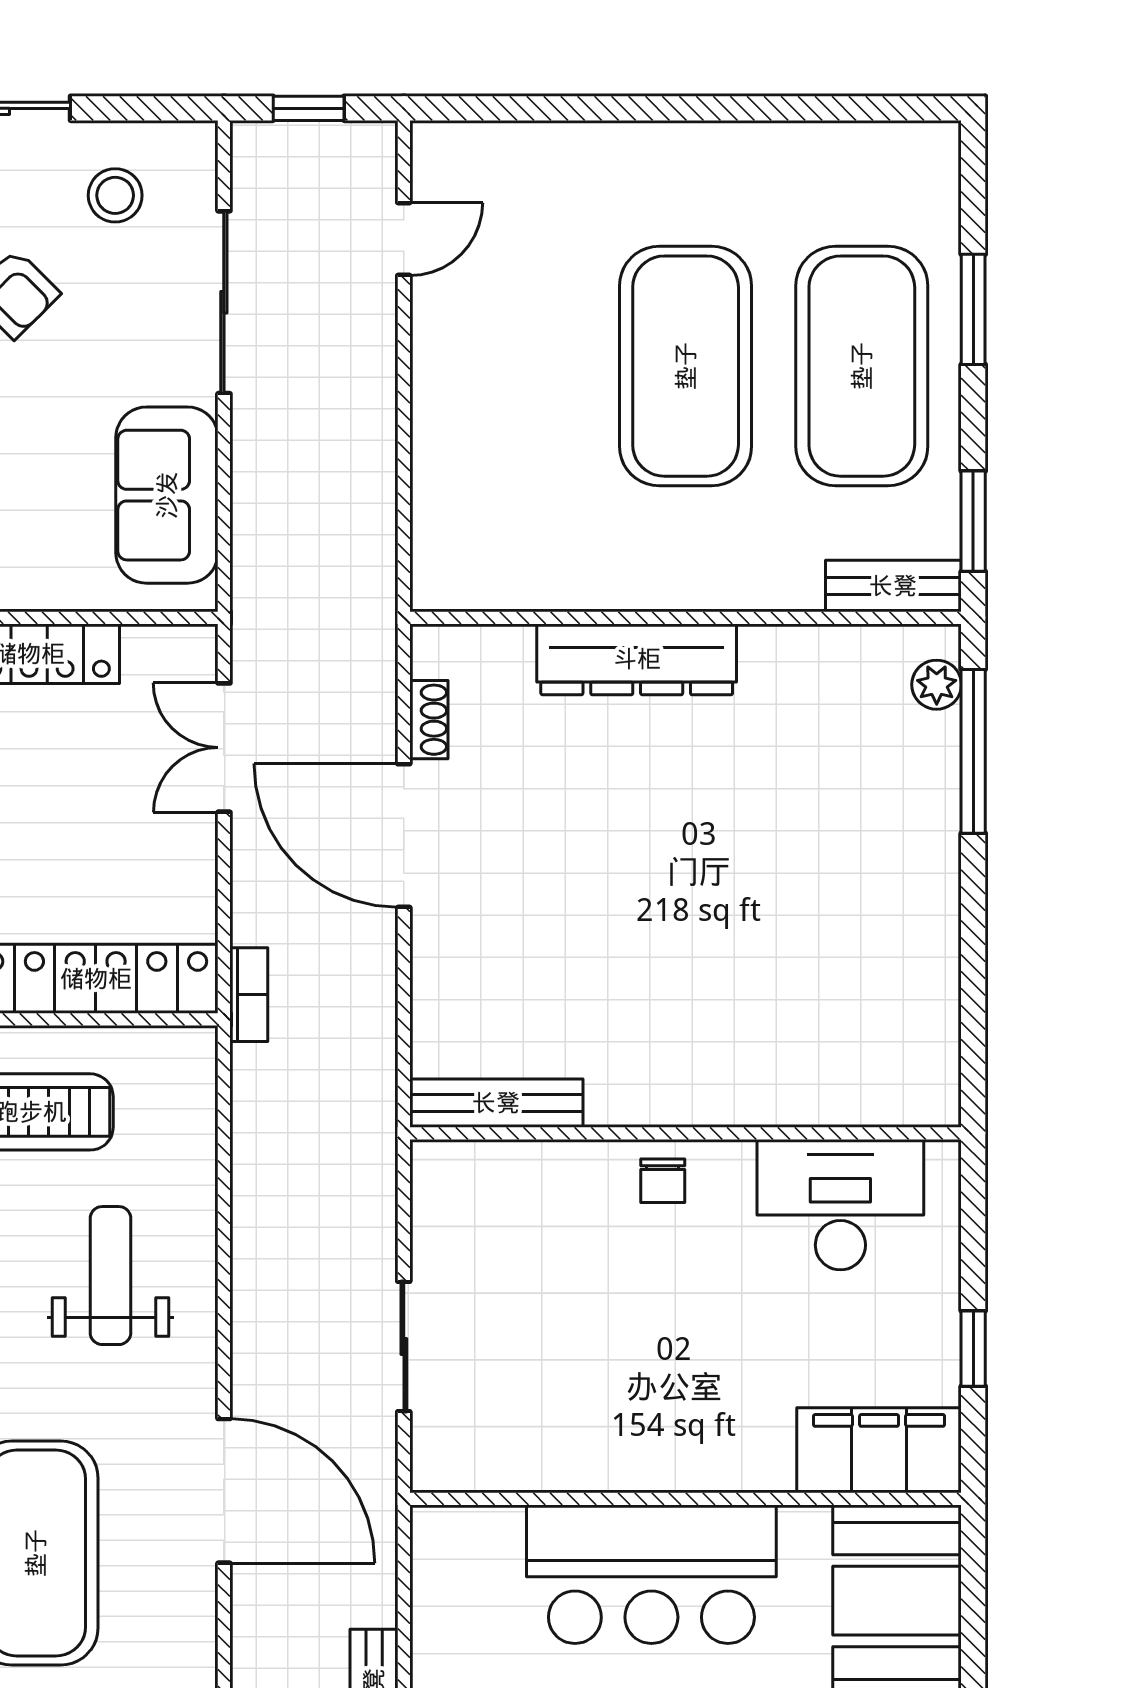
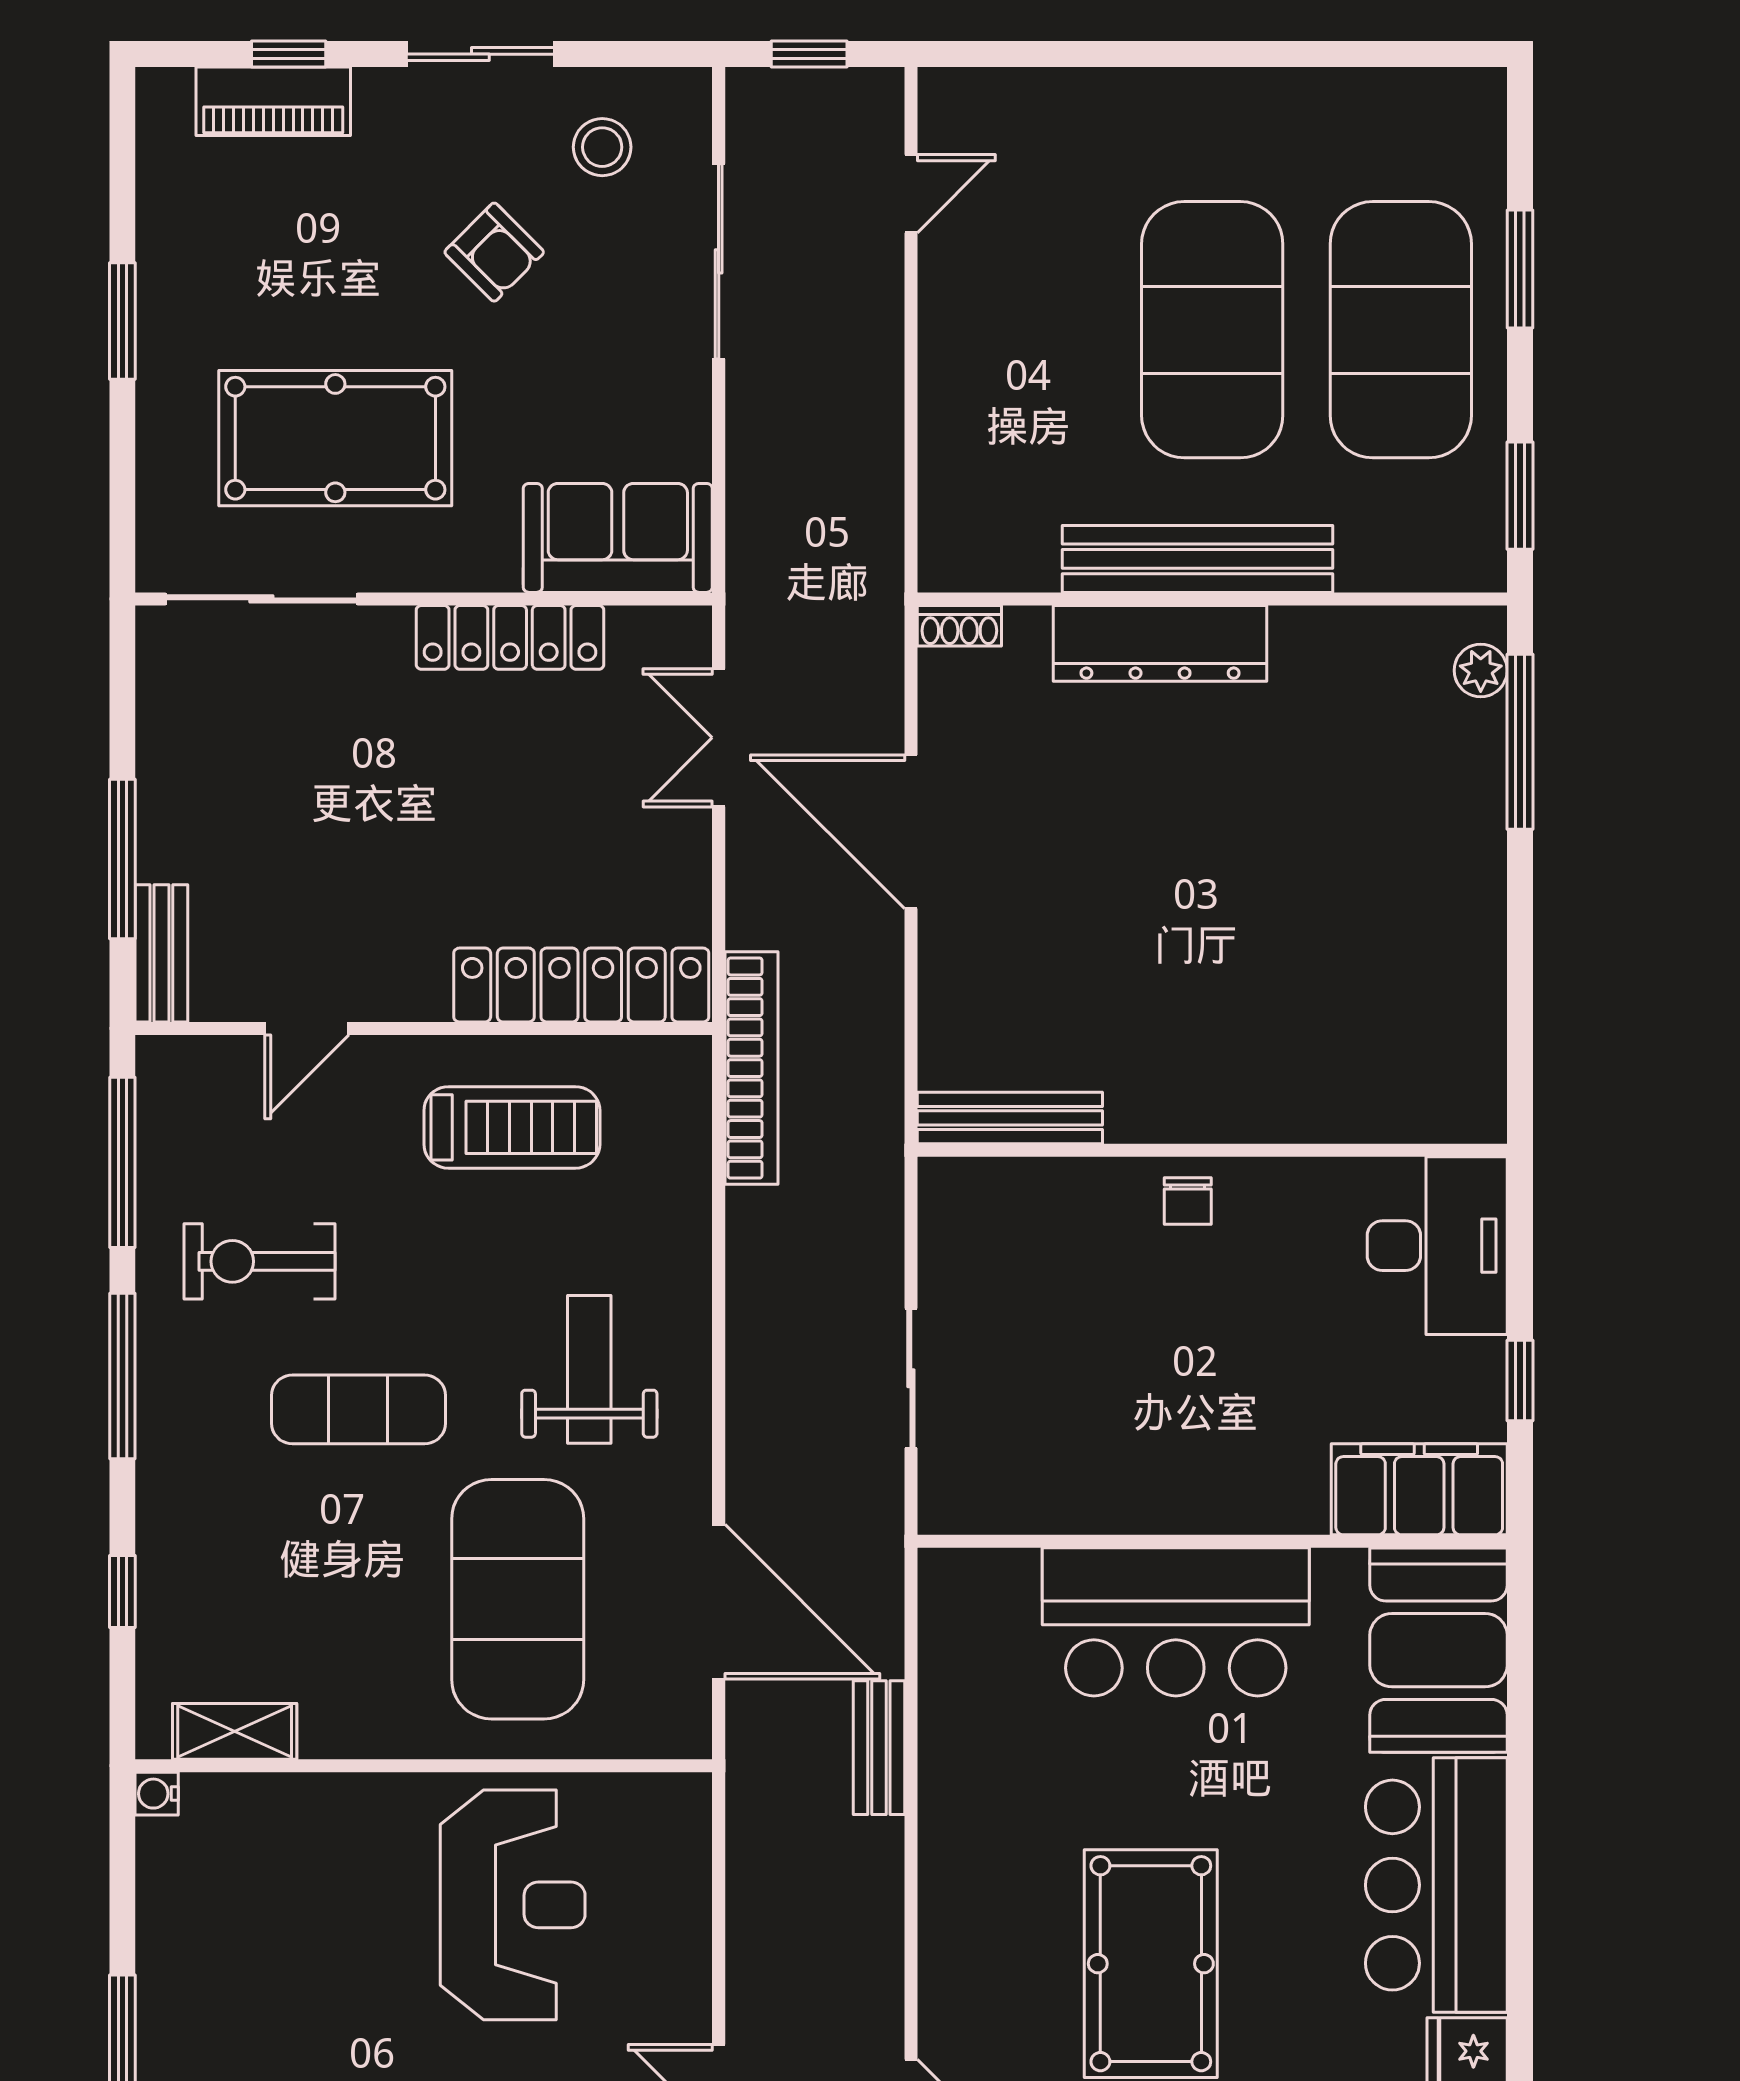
sofa: (167, 495) -> (618, 538), moved, turned 90
bench: (893, 586) -> (1197, 559), moved, width x1.86, depth x1.21
shoe rack: (429, 720) -> (959, 626), moved, turned 90
bookcase: (249, 995) -> (751, 1068), width x2.31, depth x1.31
desk: (840, 1205) -> (1437, 1246), moved, turned 90
weight bench: (111, 1276) -> (589, 1369), moved
door: (224, 1491) -> (719, 1602), moved

